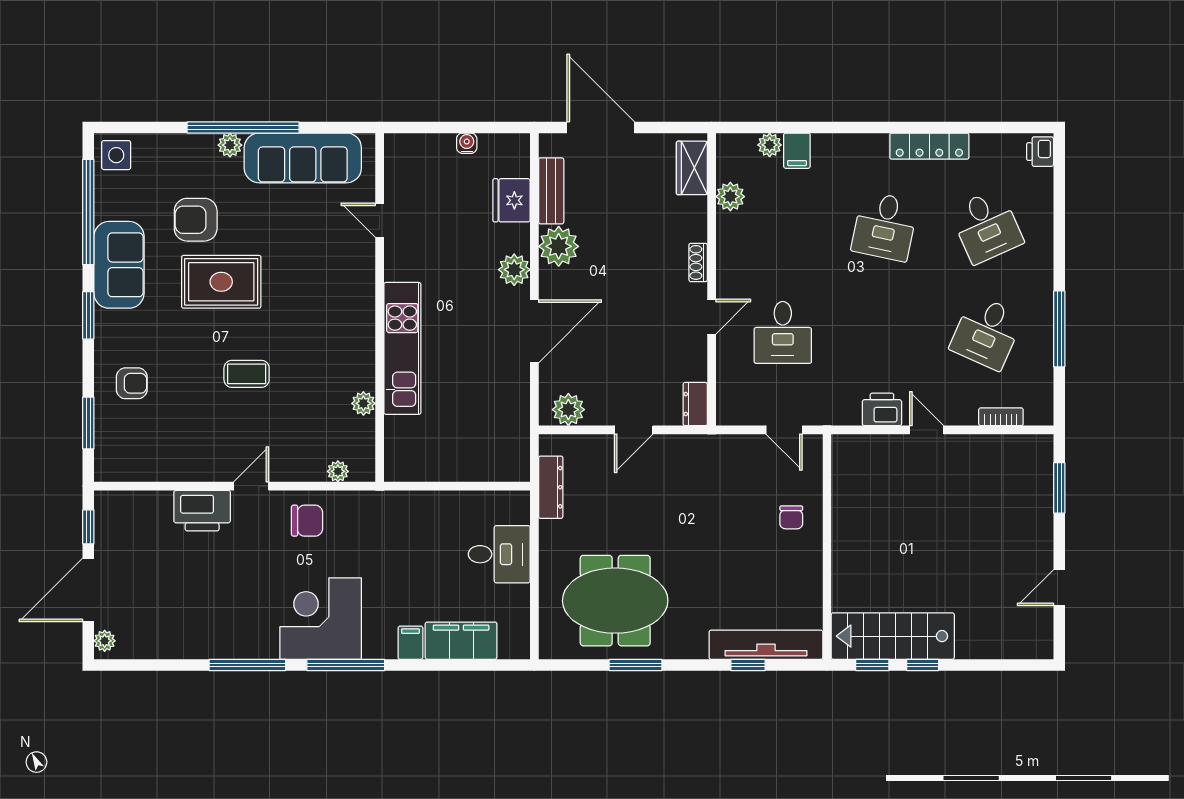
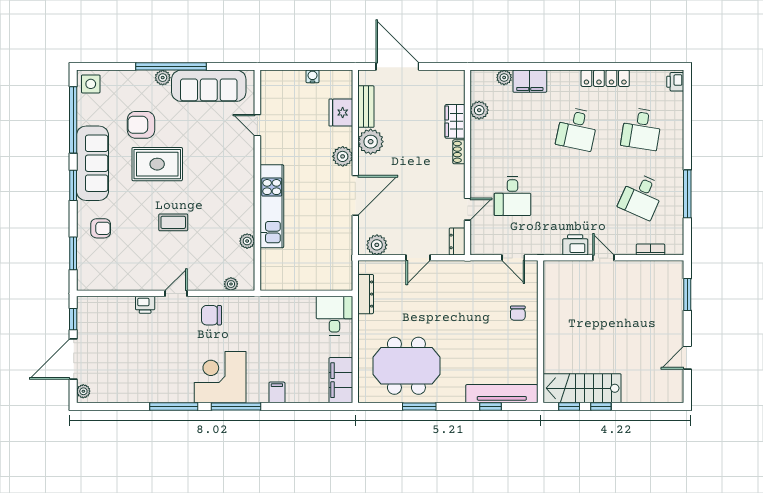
filing cabinet: (797, 151) -> (530, 81), width x2.00
wardrobe: (692, 168) -> (455, 121), moved
desk: (987, 226) -> (641, 129), turned 33
sofa: (119, 265) -> (92, 163), width x1.36
door: (712, 317) -> (467, 209), moved
printer: (202, 511) -> (145, 305), width x0.53, depth x0.68
chair: (307, 521) -> (211, 315), turned 180
desk: (499, 554) -> (334, 316), moved, turned -90
filing cabinet: (461, 641) -> (341, 380), moved, turned -90

